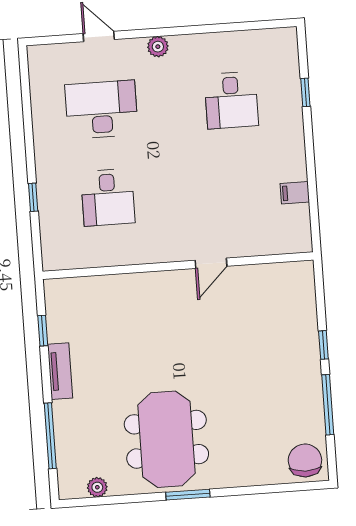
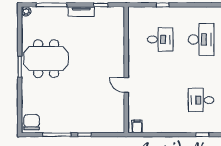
filing cabinet: (295, 193) -> (137, 126), moved
desk: (108, 197) -> (160, 39), turned 180
chair: (305, 460) -> (32, 122), turned -91
plant: (97, 487) -> (26, 11), moved

